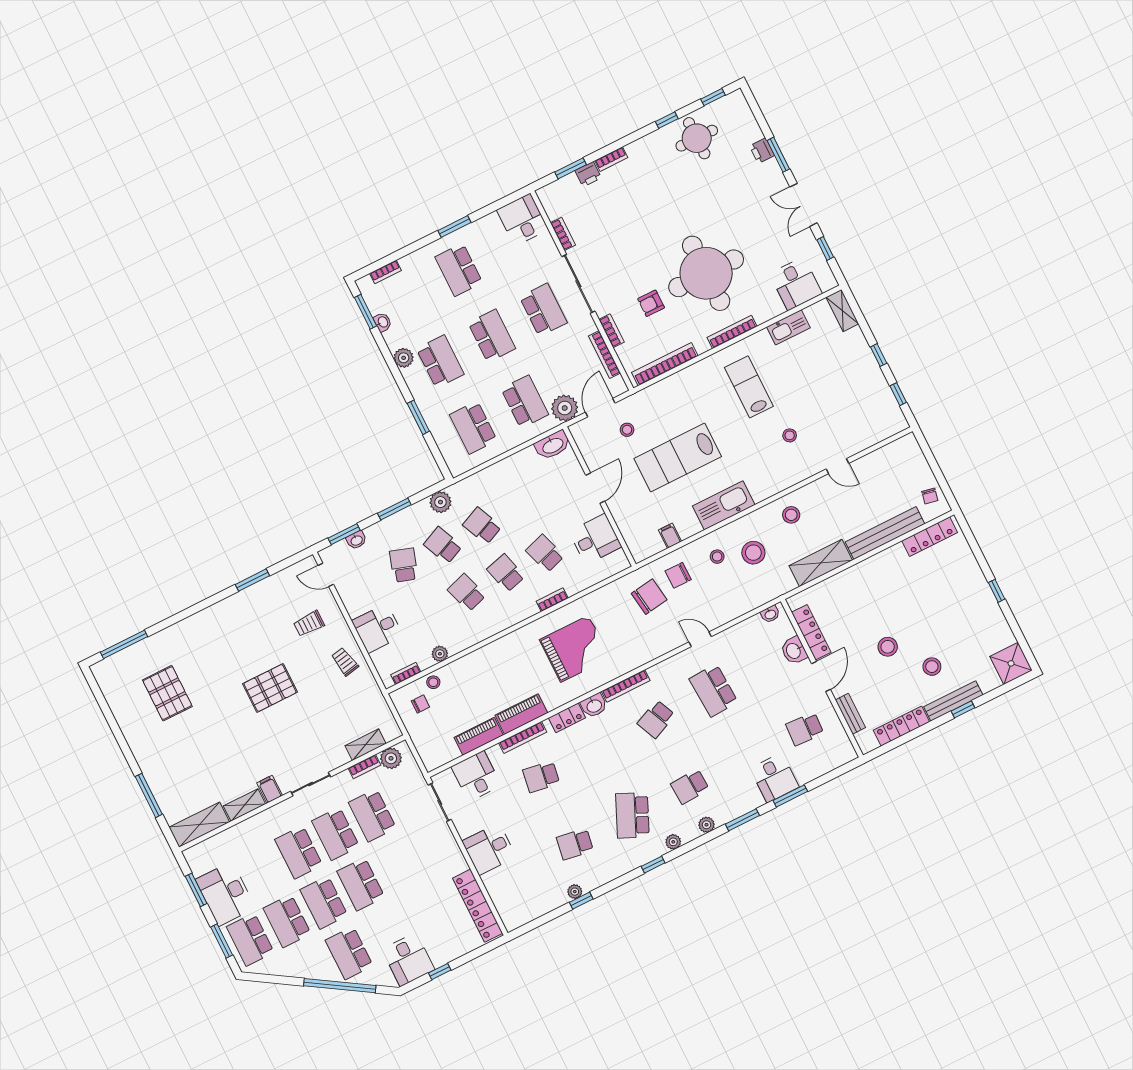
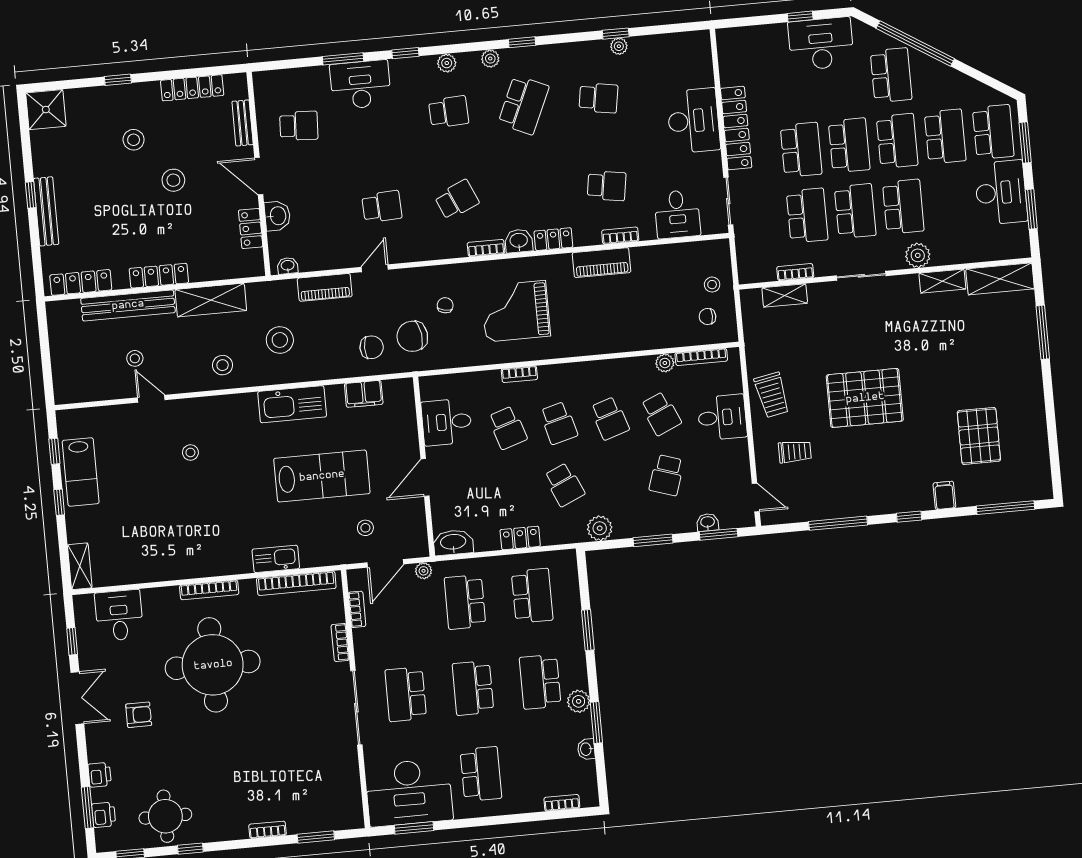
window: (778, 155) -> (88, 807), moved
printer: (588, 174) -> (104, 815), moved, turned 90
desk: (522, 220) -> (409, 792), width x1.87, depth x1.30
window: (454, 226) -> (414, 828), moved
bookcase: (563, 234) -> (352, 769), removed
armchair: (651, 303) -> (139, 715), moved
window: (365, 312) -> (596, 723), moved
kitchen sink: (788, 327) -> (276, 559), moved
bookcase: (605, 355) -> (357, 609), width x0.64
lab bench: (749, 387) -> (81, 472), moved
plant: (565, 408) -> (424, 571), width x0.53, depth x0.53
locker: (501, 470) -> (520, 538), added
chair: (930, 496) -> (445, 305), moved
filing cabinet: (670, 536) -> (364, 394), width x2.00
school desk: (443, 545) -> (661, 414), moved
stool: (717, 557) -> (135, 358), moved
locker: (870, 566) -> (159, 276), added
window: (252, 580) -> (838, 523), width x1.44
window: (198, 607) -> (909, 517), added
locker: (811, 632) -> (251, 229), width x0.66
door: (700, 639) -> (375, 268), swing flipped
trolley: (345, 662) -> (772, 395), width x1.36, depth x1.39
bookcase: (406, 673) -> (701, 357), width x1.56
door: (821, 676) -> (259, 176), hinge flipped
stool: (433, 682) -> (712, 285), moved
bookcase: (626, 686) -> (486, 248), width x0.64
pallet: (270, 688) -> (865, 398), width x1.37, depth x1.41
school desk: (714, 690) -> (382, 207), width x0.54
bench: (953, 701) -> (46, 211), moved, turned 90
piano: (479, 736) -> (325, 287), moved
bookcase: (523, 737) -> (620, 236), width x0.64
plant: (391, 758) -> (918, 255), moved
desk: (774, 778) -> (360, 85), width x1.37
filing cabinet: (270, 789) -> (944, 495), moved, turned 180
window: (742, 820) -> (405, 53), width x0.67
desk: (489, 849) -> (693, 121), width x1.37
school desk: (398, 866) -> (801, 150), added
locker: (478, 906) -> (736, 128), moved
desk: (408, 959) -> (821, 44), width x1.37

